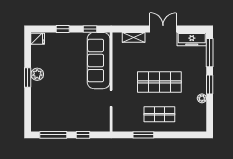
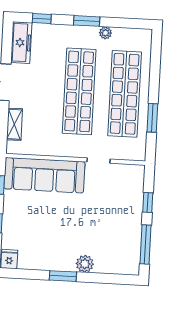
window: (210, 53) -> (42, 19), width x0.46
plant: (37, 74) -> (85, 264), moved
shop shelf: (159, 82) -> (79, 91), width x1.40
shop shelf: (159, 114) -> (125, 94), width x2.00, depth x1.36

